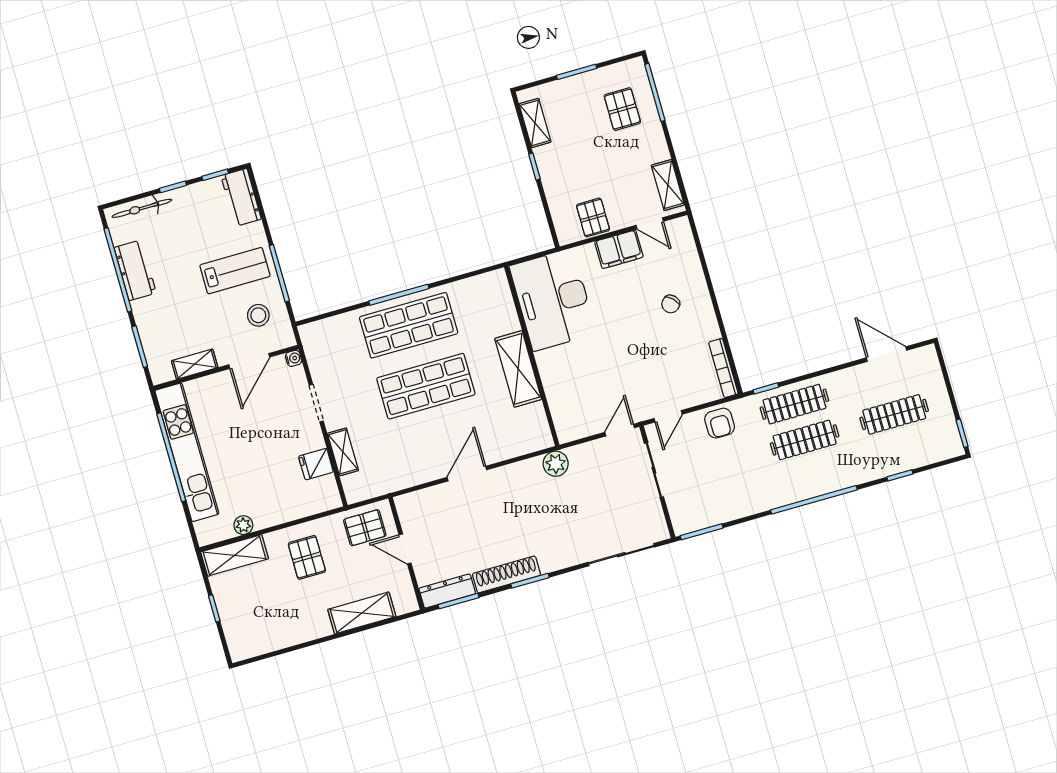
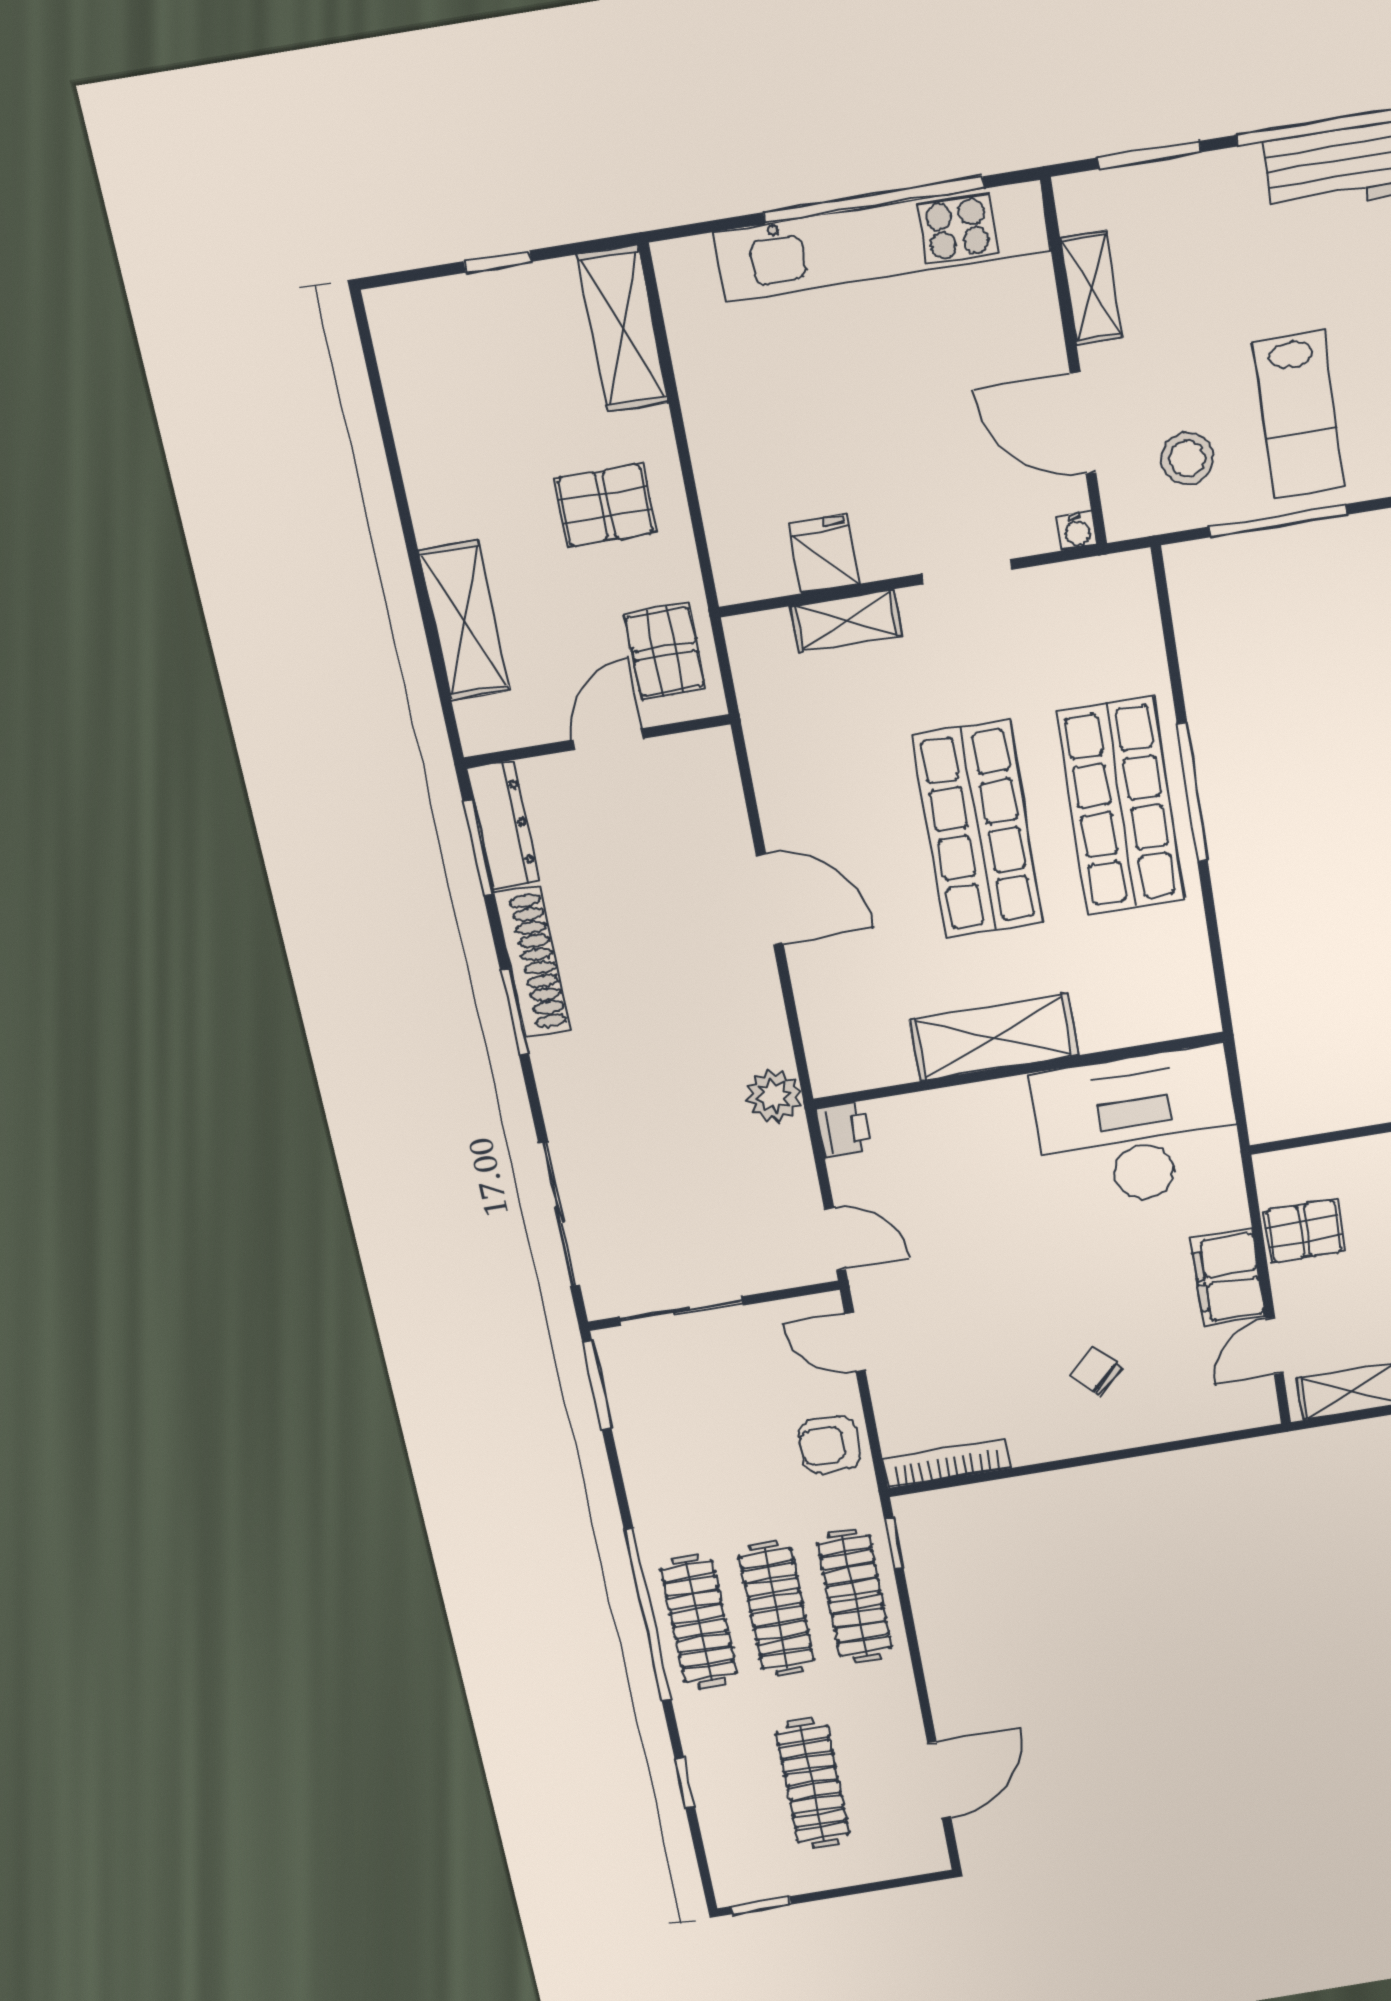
printer: (568, 431) -> (844, 1130), added
sliding door: (654, 470) -> (681, 1311), moved
clothes rail: (815, 476) -> (699, 1621), added
plant: (243, 525) -> (694, 360), removed

